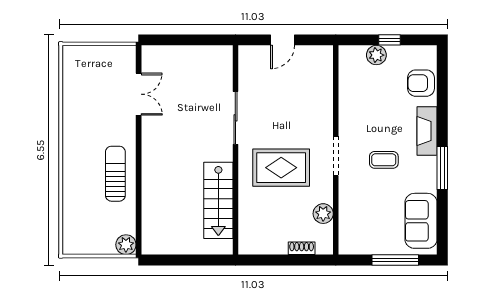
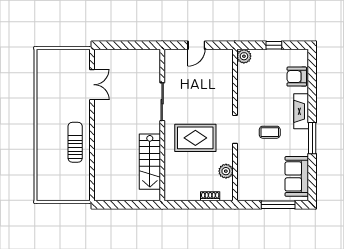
plant: (376, 55) -> (244, 56), moved
plant: (126, 245) -> (83, 194), removed

